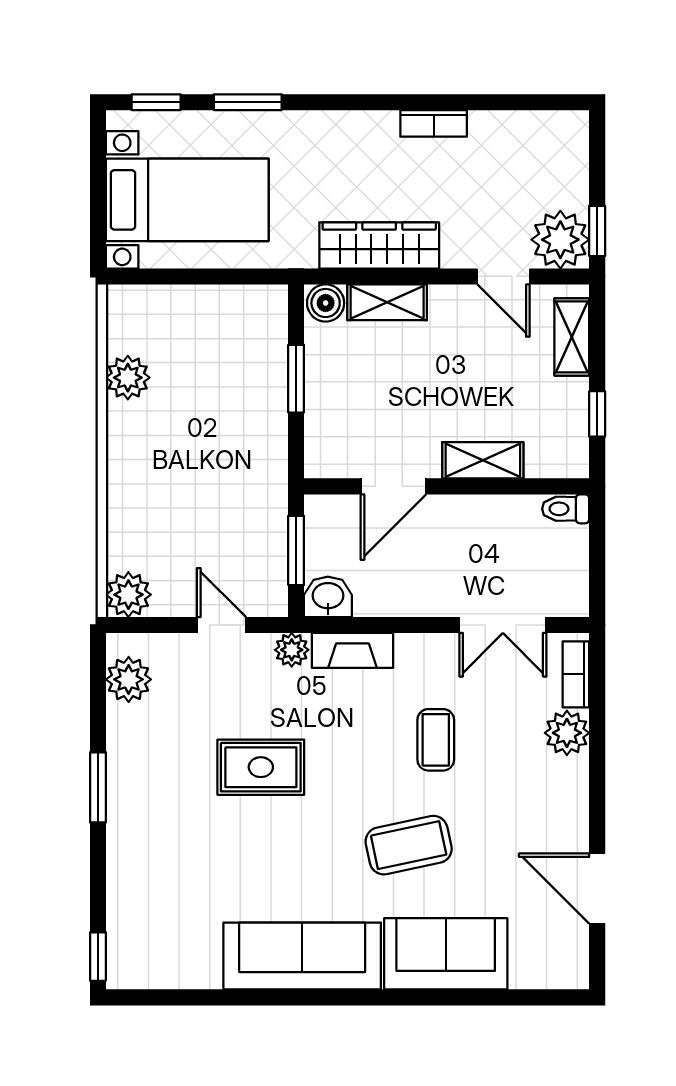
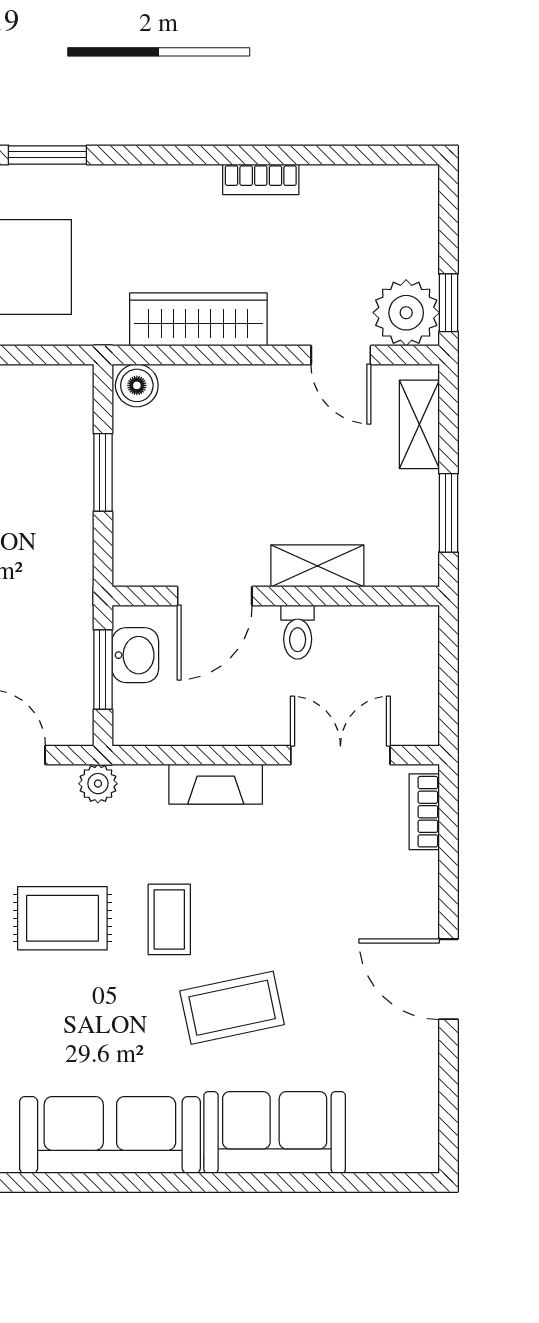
shelving: (387, 302) -> (207, 385), removed
window: (597, 414) -> (448, 513), width x1.50
toilet: (566, 509) -> (298, 632), moved, turned -90
washbasin: (328, 597) -> (135, 655), moved, turned 90
double door: (503, 625) -> (340, 755), swing flipped
fireplace: (353, 650) -> (216, 784), moved
plant: (567, 733) -> (414, 879), removed
coffee table: (436, 740) -> (169, 919), moved
door: (597, 889) -> (448, 979), moved

